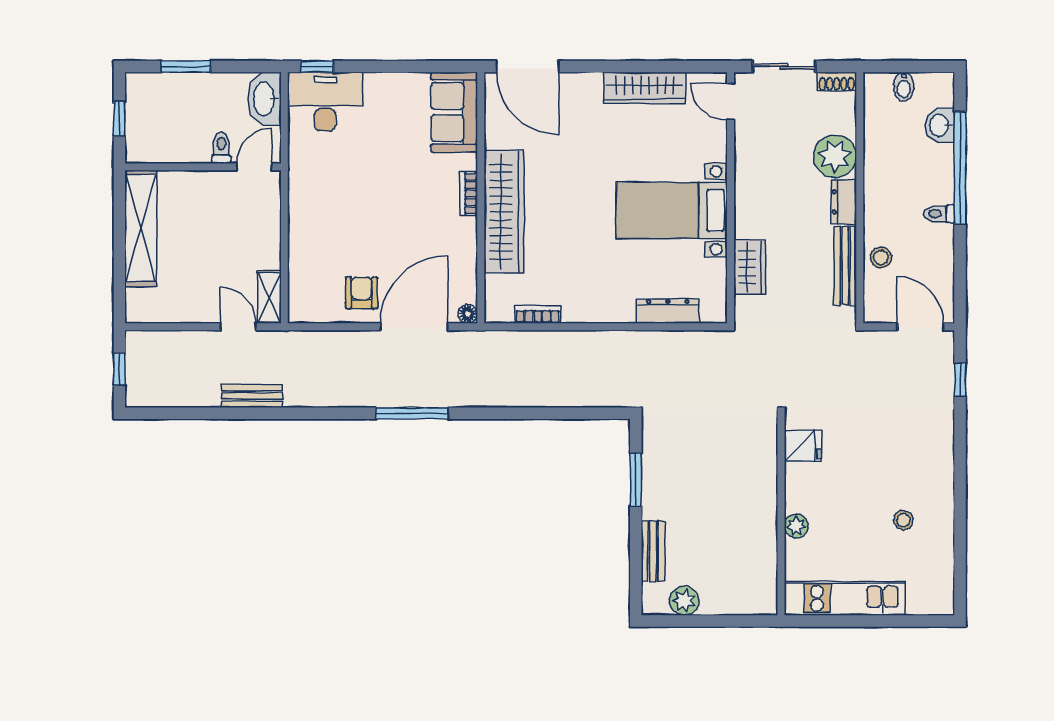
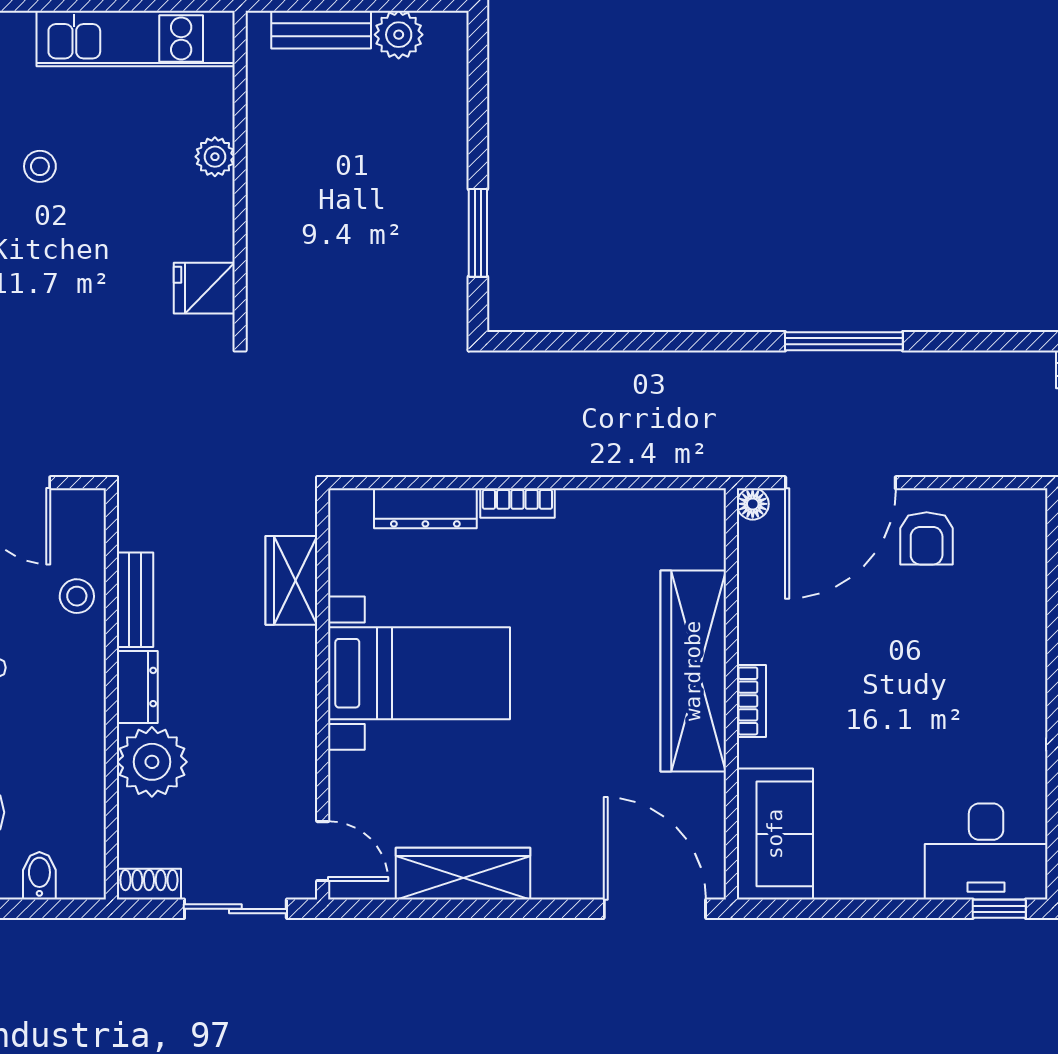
bench: (845, 266) -> (135, 600), width x0.73
bookcase: (538, 314) -> (517, 503), moved
bench: (653, 551) -> (321, 30), moved, turned 90

